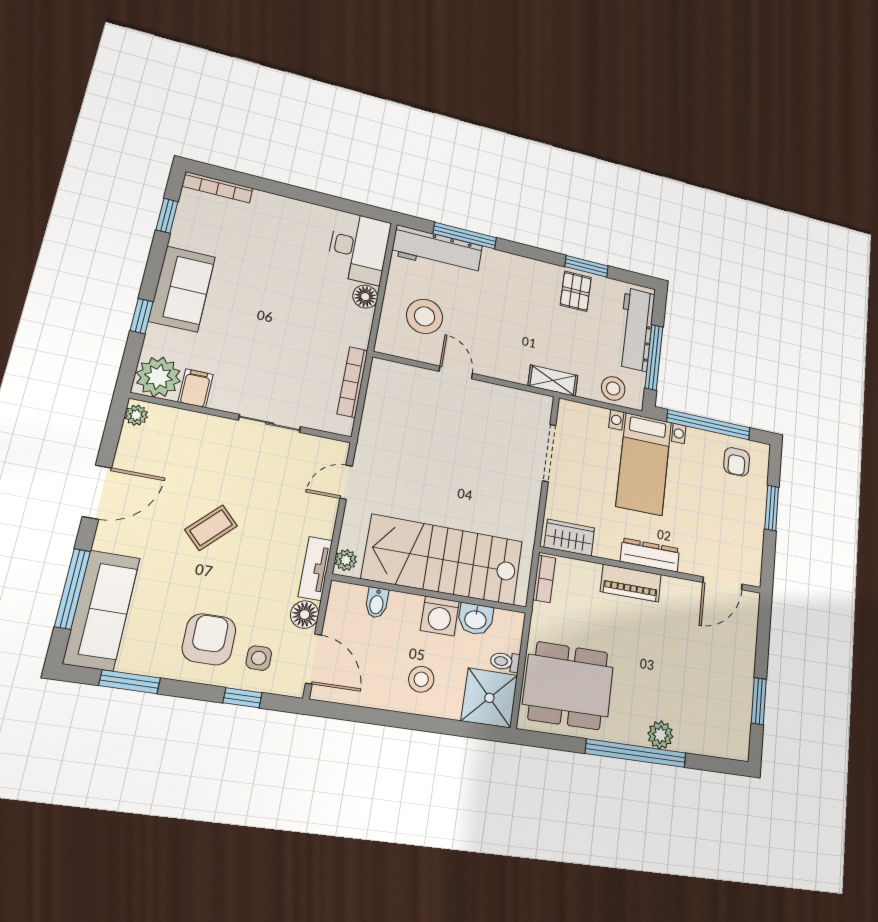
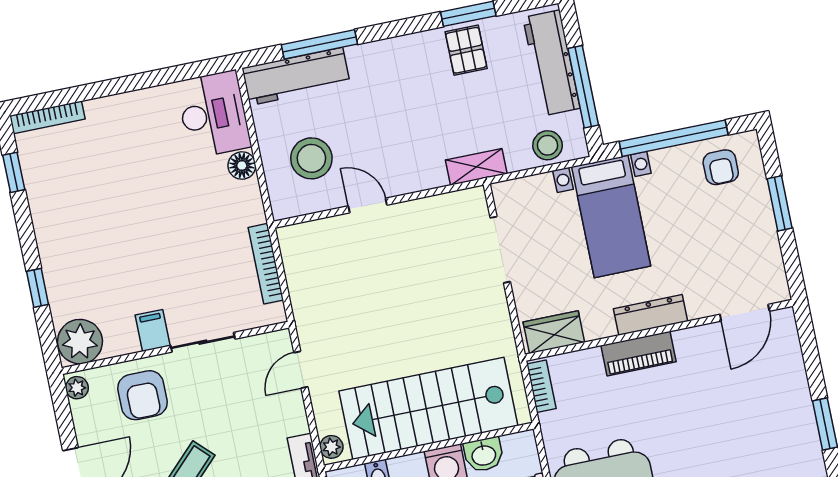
sofa: (182, 289) -> (62, 242), removed
filing cabinet: (196, 388) -> (153, 330), moved
armchair: (194, 446) -> (142, 395), added

